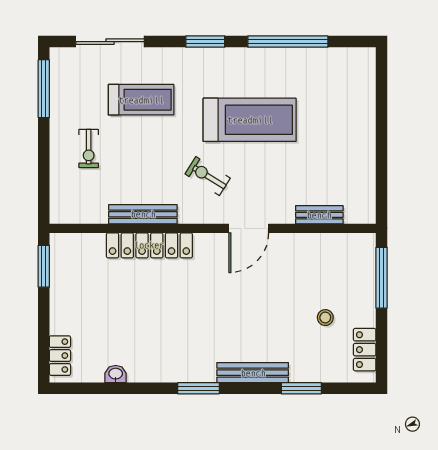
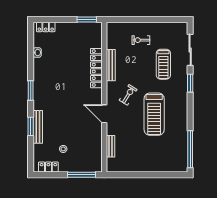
window: (205, 42) -> (190, 83), moved
window: (288, 42) -> (190, 149), moved
window: (44, 89) -> (168, 19), removed
bench: (253, 373) -> (38, 127), moved
window: (301, 388) -> (31, 126), moved

